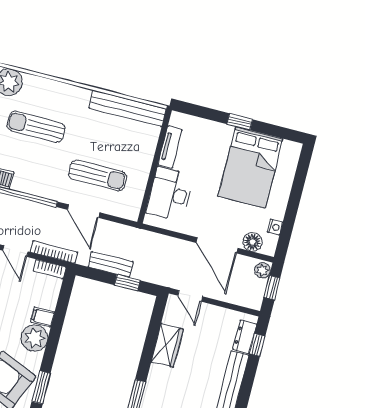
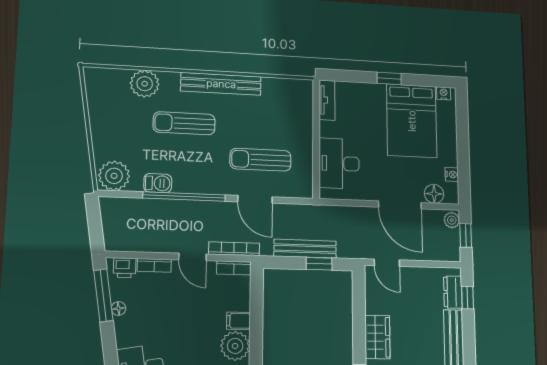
bench: (128, 108) -> (221, 84), moved
tv unit: (170, 147) -> (327, 100), moved
nightstand: (289, 147) -> (444, 93), added
sun lounger: (98, 175) -> (261, 160), turned 180
bench: (111, 264) -> (305, 249), width x1.36
wardrobe: (167, 345) -> (377, 337), moved

